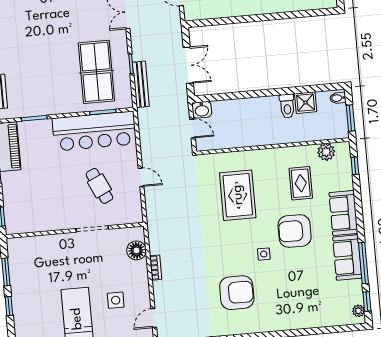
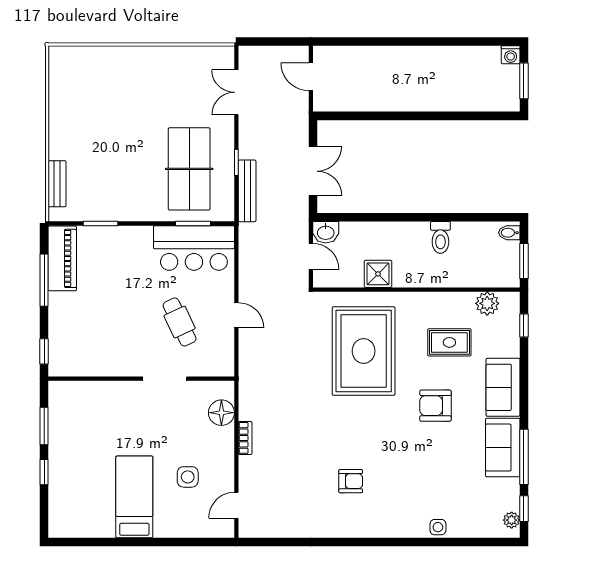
shower: (306, 103) -> (378, 274), moved
bar counter: (94, 131) -> (194, 248), width x0.73
rug: (301, 183) -> (449, 342), turned 90
rug: (238, 195) -> (364, 351), width x1.37, depth x1.44
armchair: (295, 231) -> (435, 406), width x0.73, depth x0.73
side table: (264, 254) -> (438, 527), moved
armchair: (237, 293) -> (351, 481), width x0.53, depth x0.53

